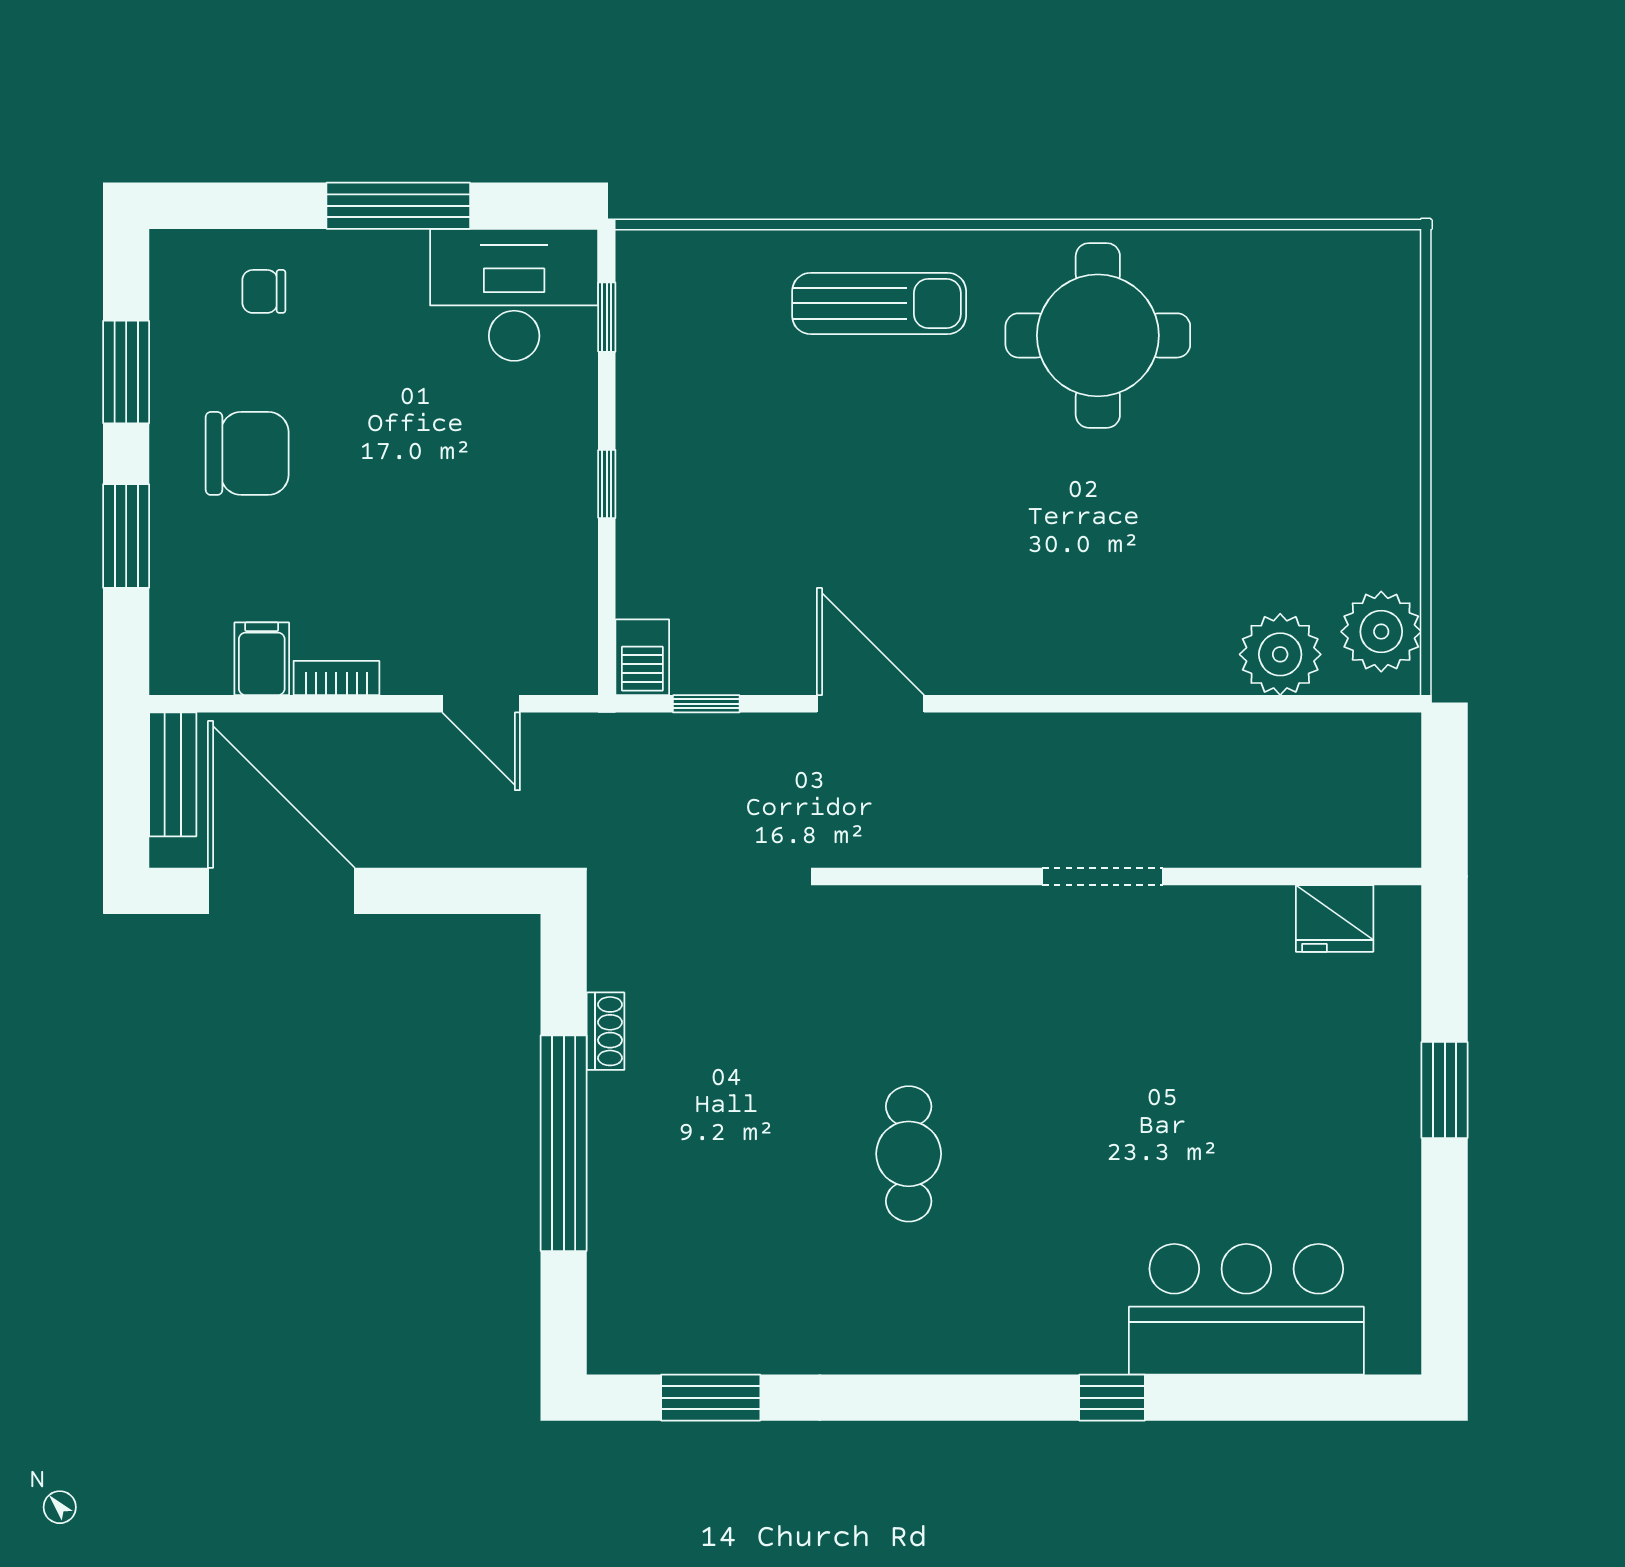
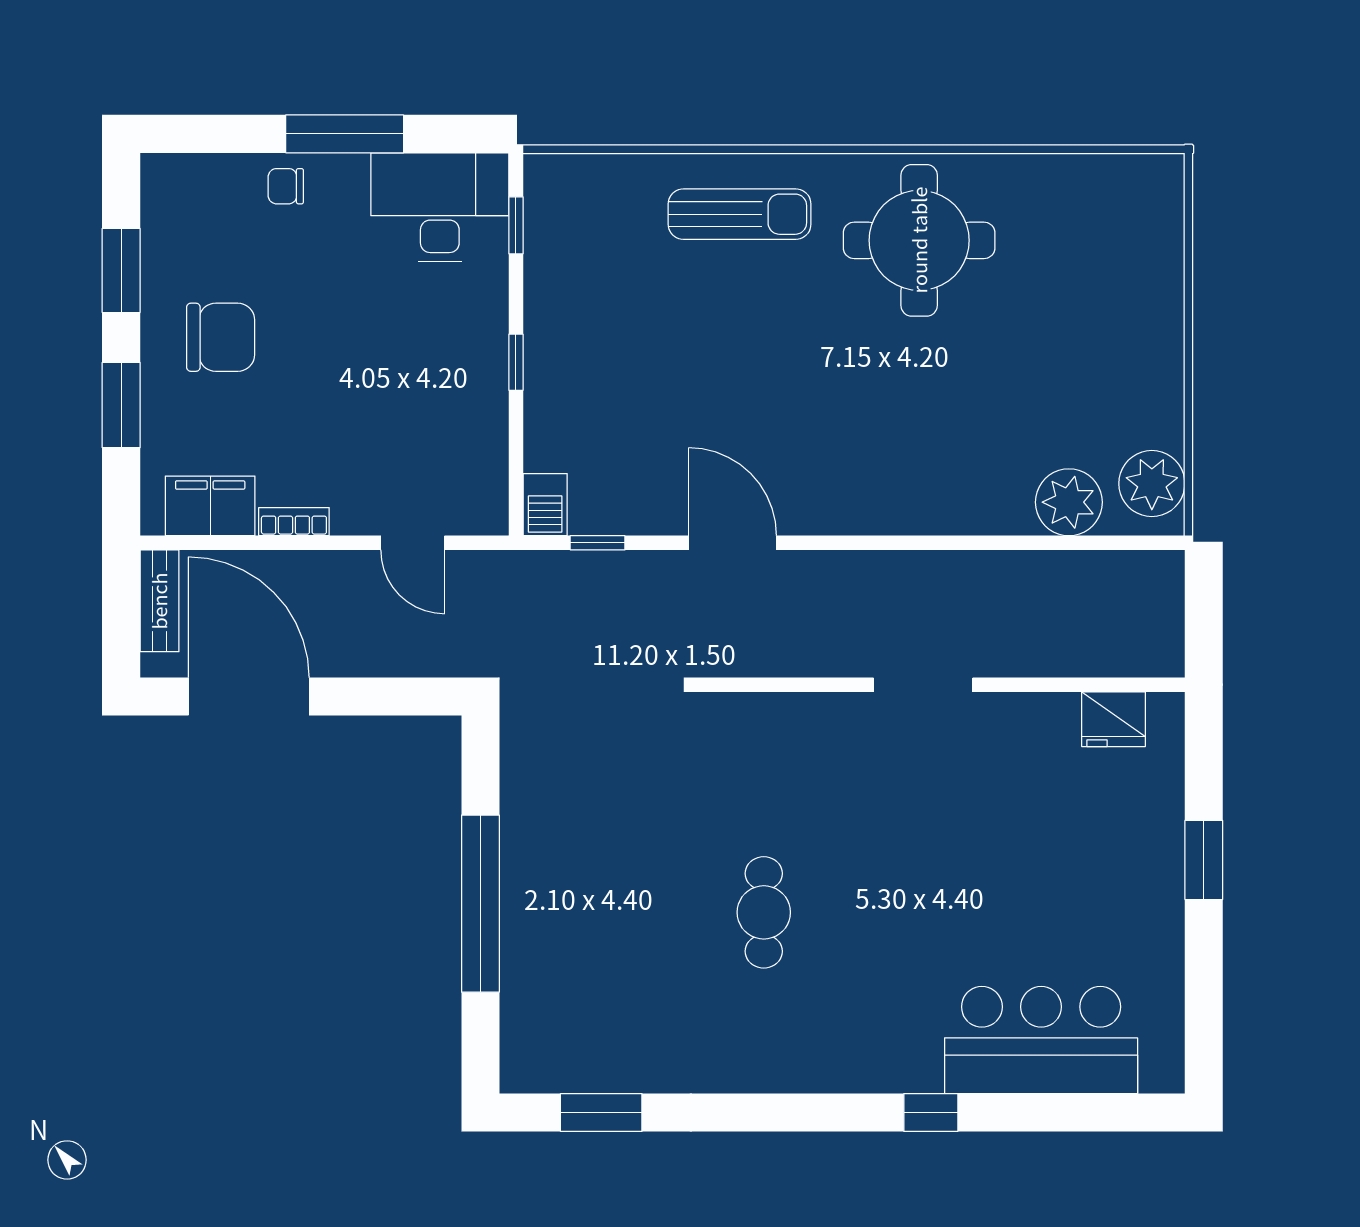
chair: (264, 291) -> (286, 186), moved
filing cabinet: (262, 659) -> (210, 506), width x2.00
shoe rack: (605, 1031) -> (515, 812), removed

